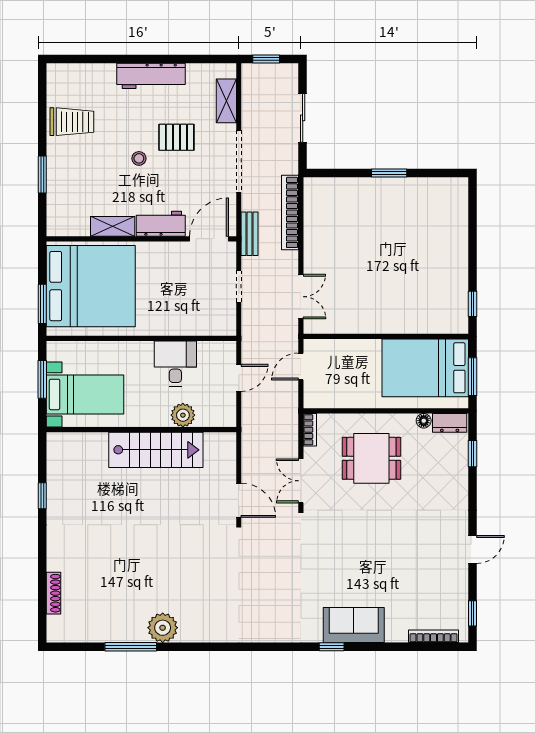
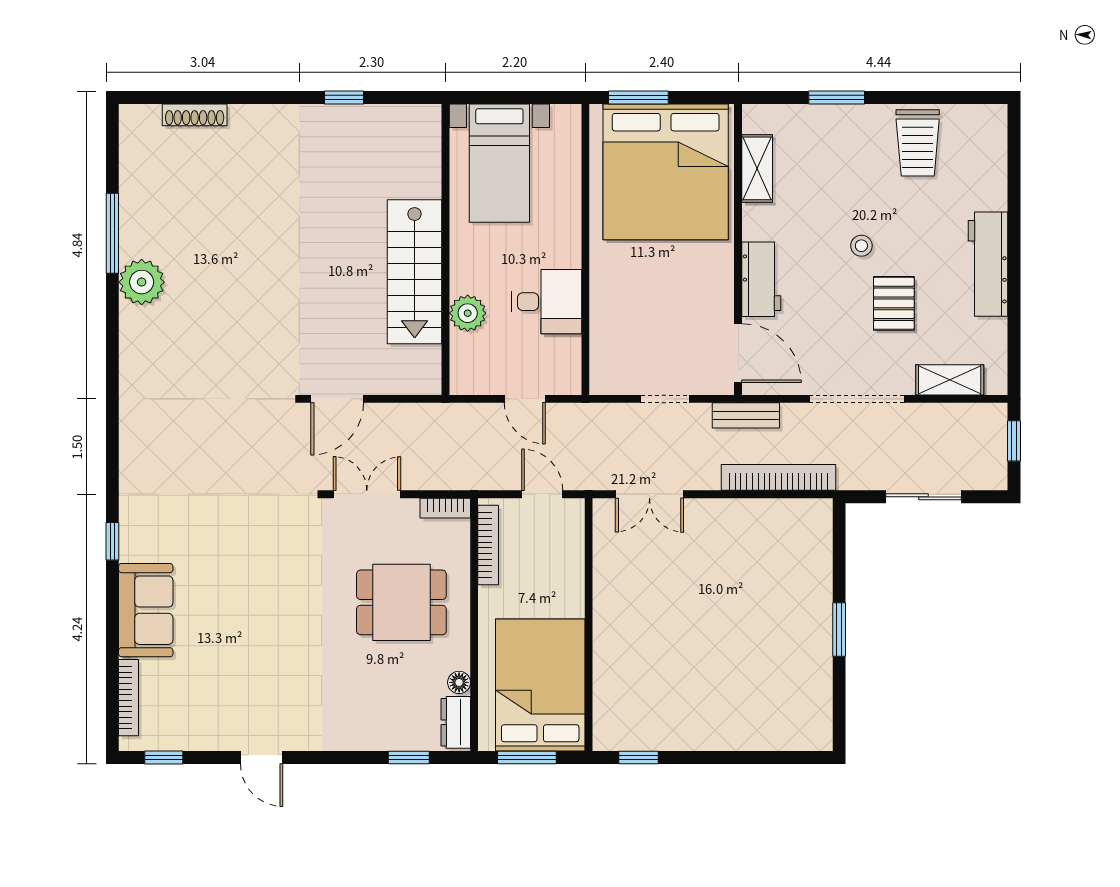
shelving: (113, 226) -> (757, 168), moved
window: (42, 379) -> (522, 97), removed
bookcase: (334, 402) -> (488, 545), added
dining table: (371, 458) -> (401, 602), turned 90
sofa: (354, 625) -> (146, 610), moved

